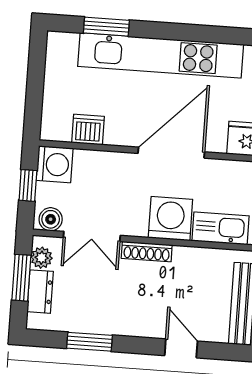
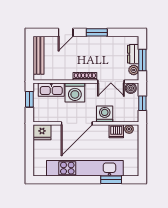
plant: (60, 132) -> (129, 129), added
washing machine: (55, 164) -> (105, 114), moved, turned 90
double door: (92, 236) -> (111, 82), swing flipped
window: (90, 342) -> (97, 32), moved
door: (181, 348) -> (66, 32), hinge flipped

